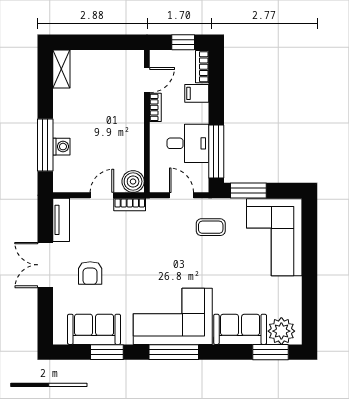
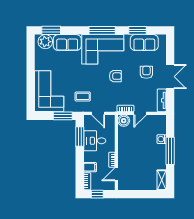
window: (45, 145) -> (170, 151), moved
window: (216, 152) -> (80, 136), width x0.69
armchair: (149, 266) -> (115, 76), added

